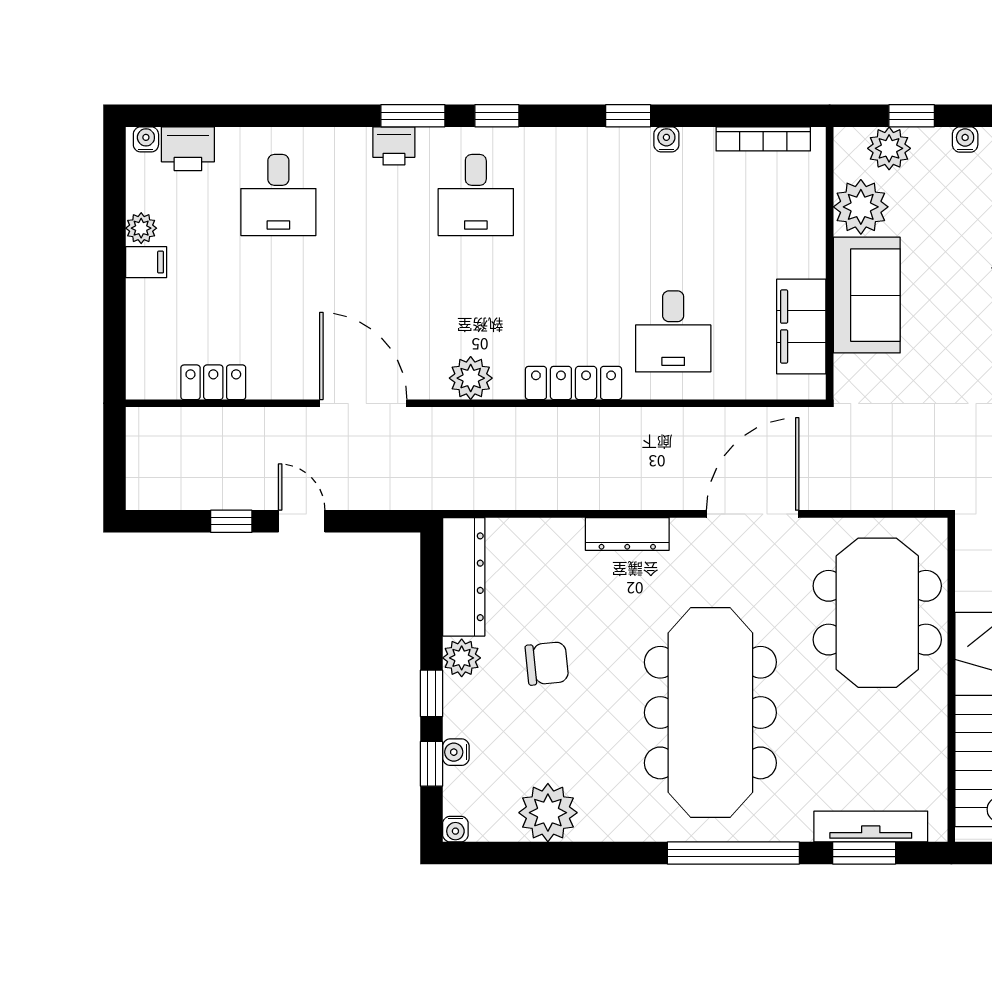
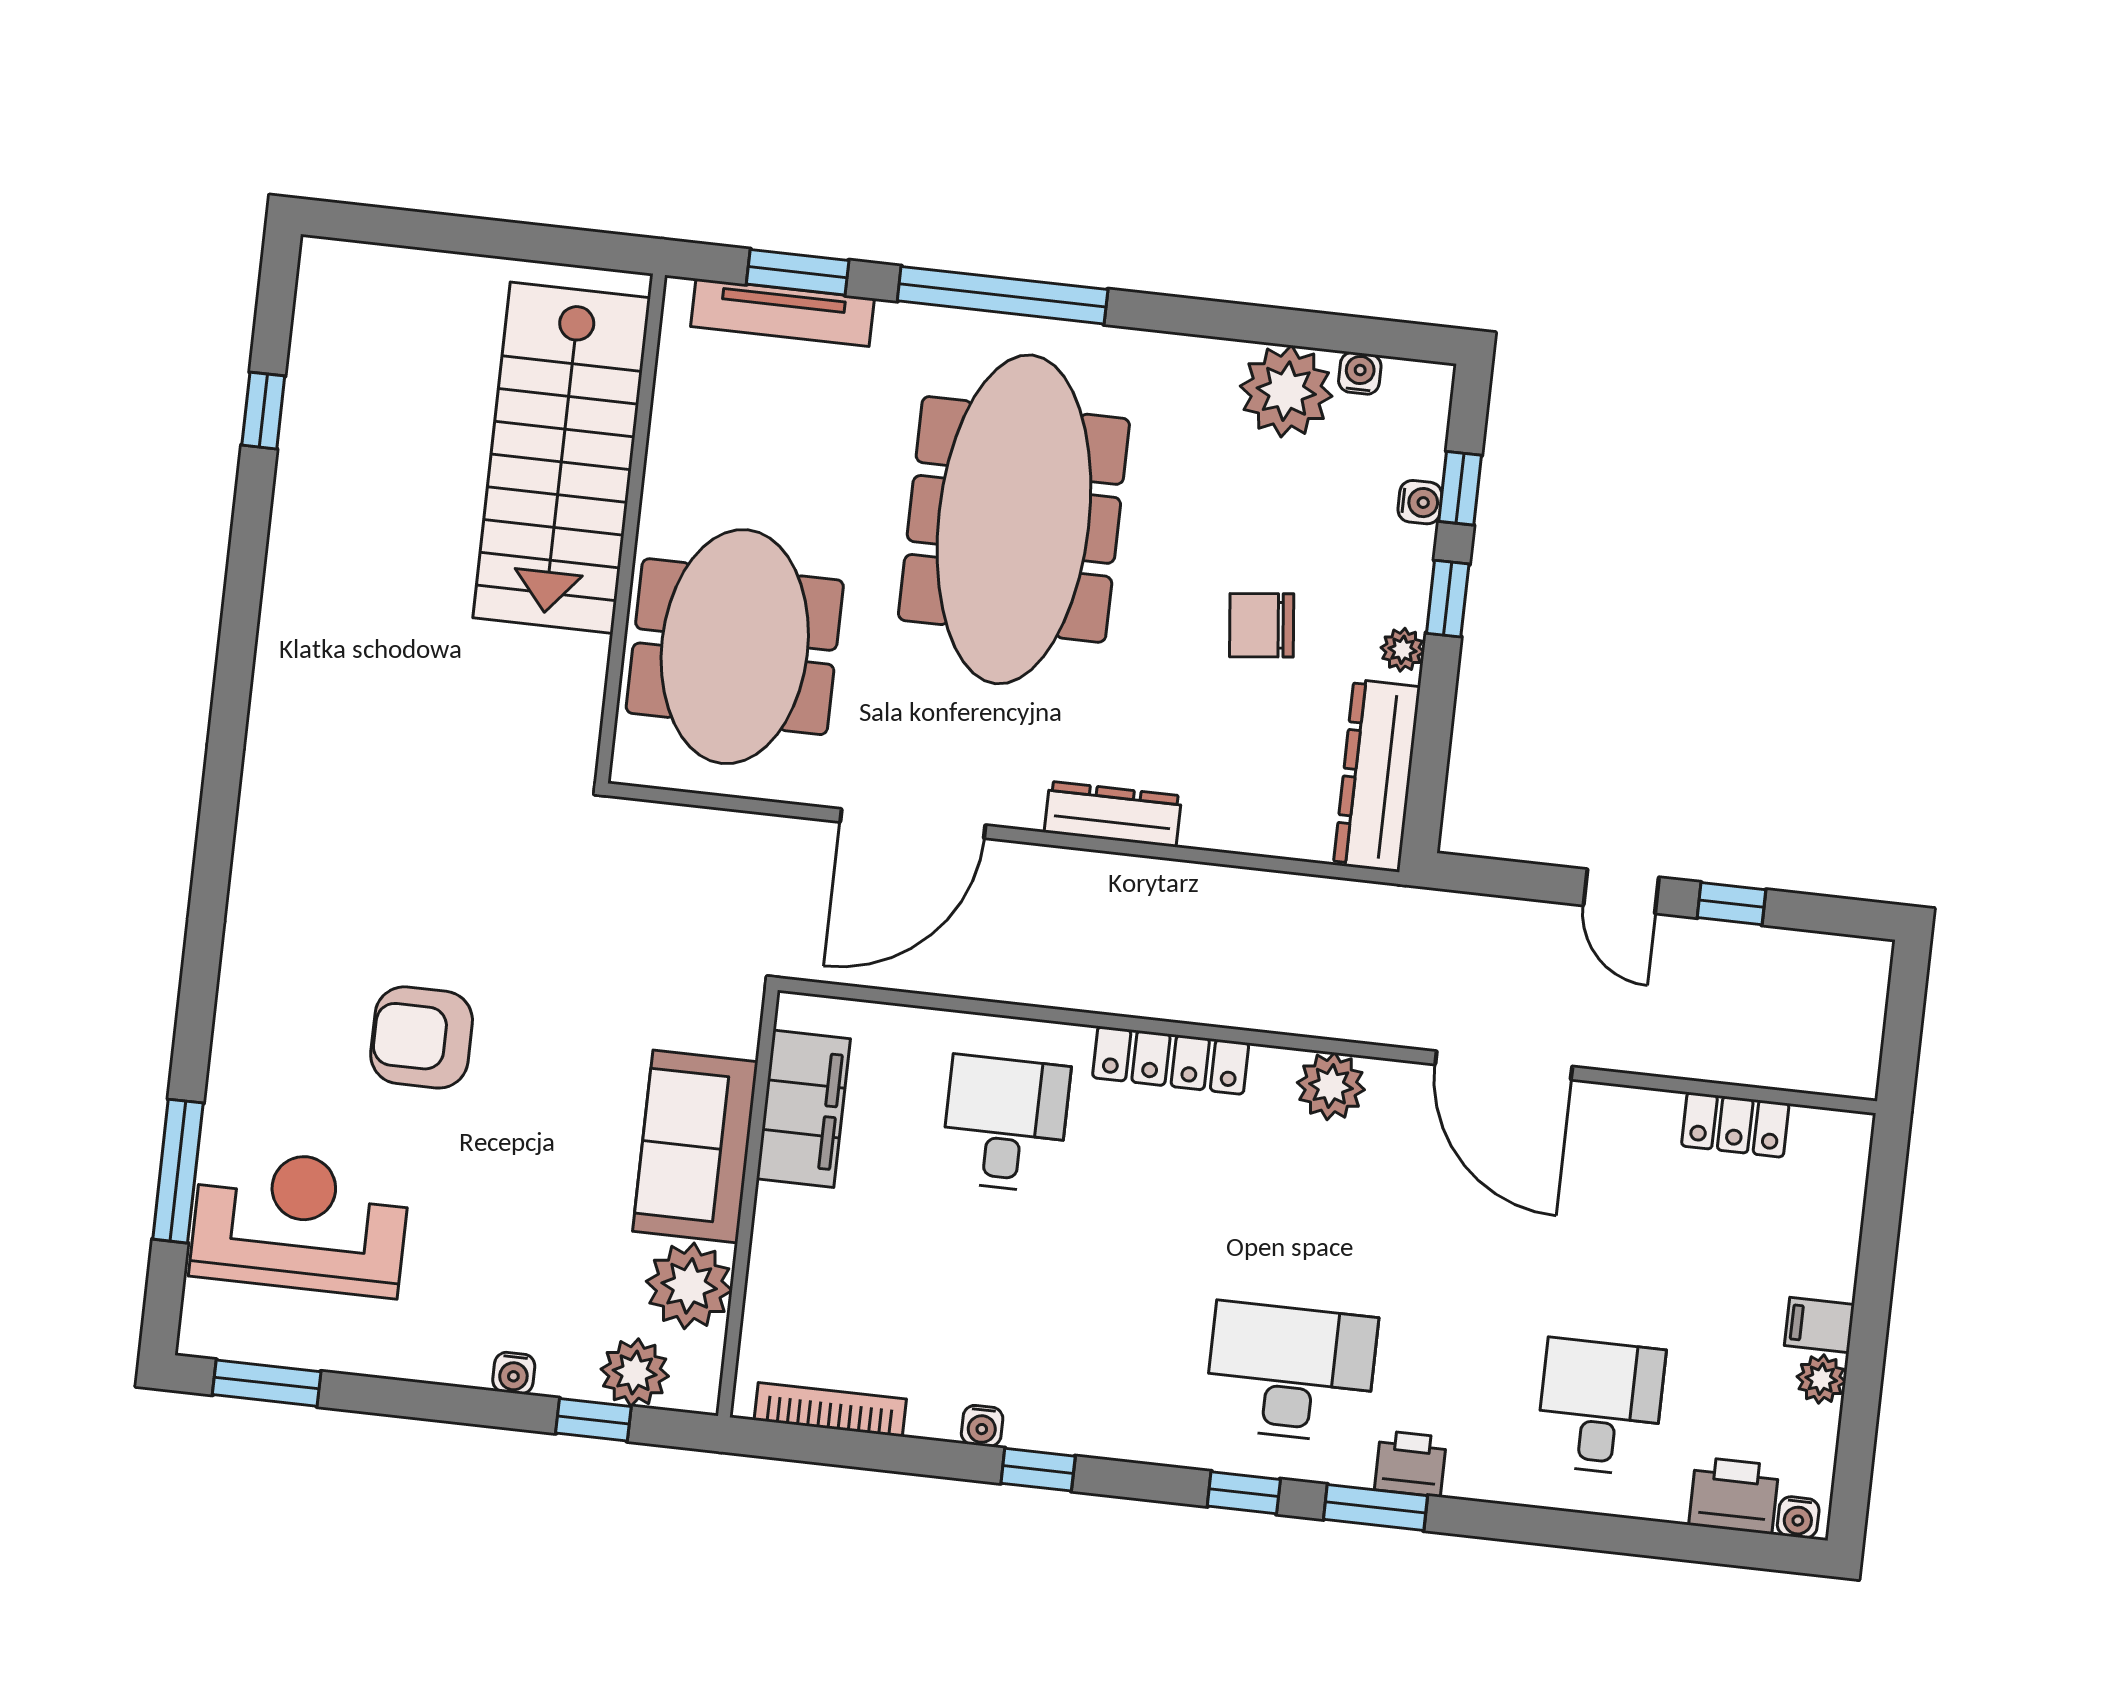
desk: (476, 195) -> (1291, 1372), width x1.37
plant: (462, 658) -> (1403, 650), width x0.73, depth x0.73
water cooler: (455, 829) -> (1360, 373), moved

